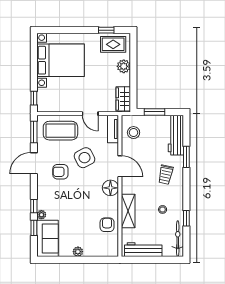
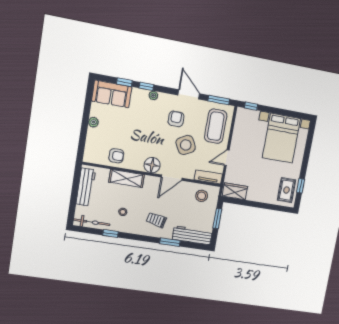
plant: (124, 66) -> (265, 196), removed
plant: (41, 215) -> (153, 95), moved

